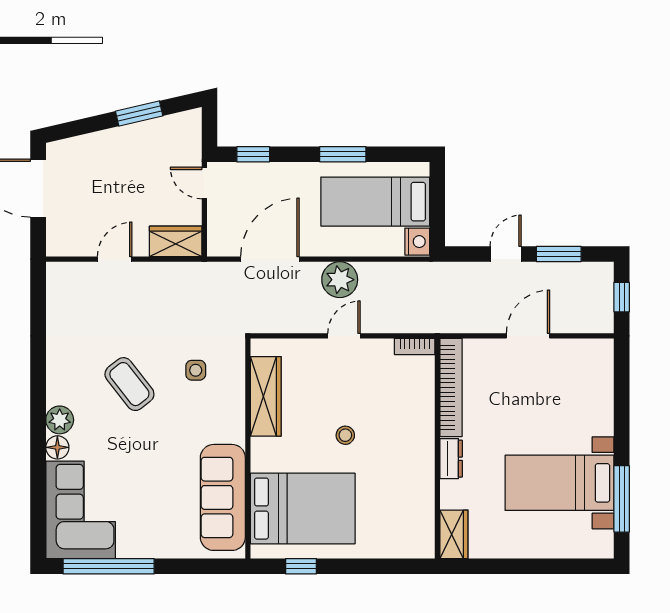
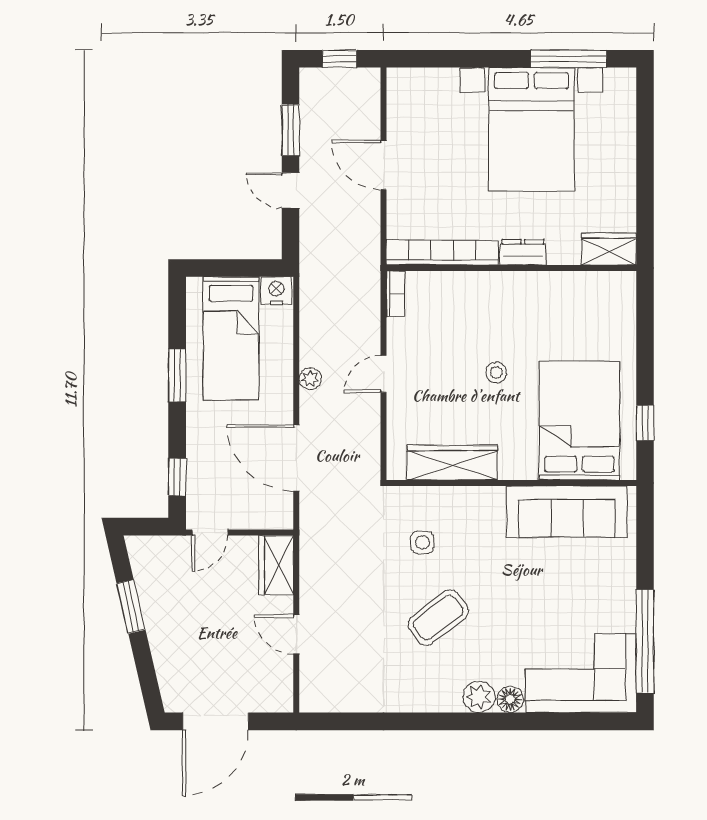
plant: (340, 280) -> (310, 379), width x0.53, depth x0.53
door: (344, 336) -> (384, 374), hinge flipped
bed with nightstands: (559, 483) -> (531, 129), width x1.36

